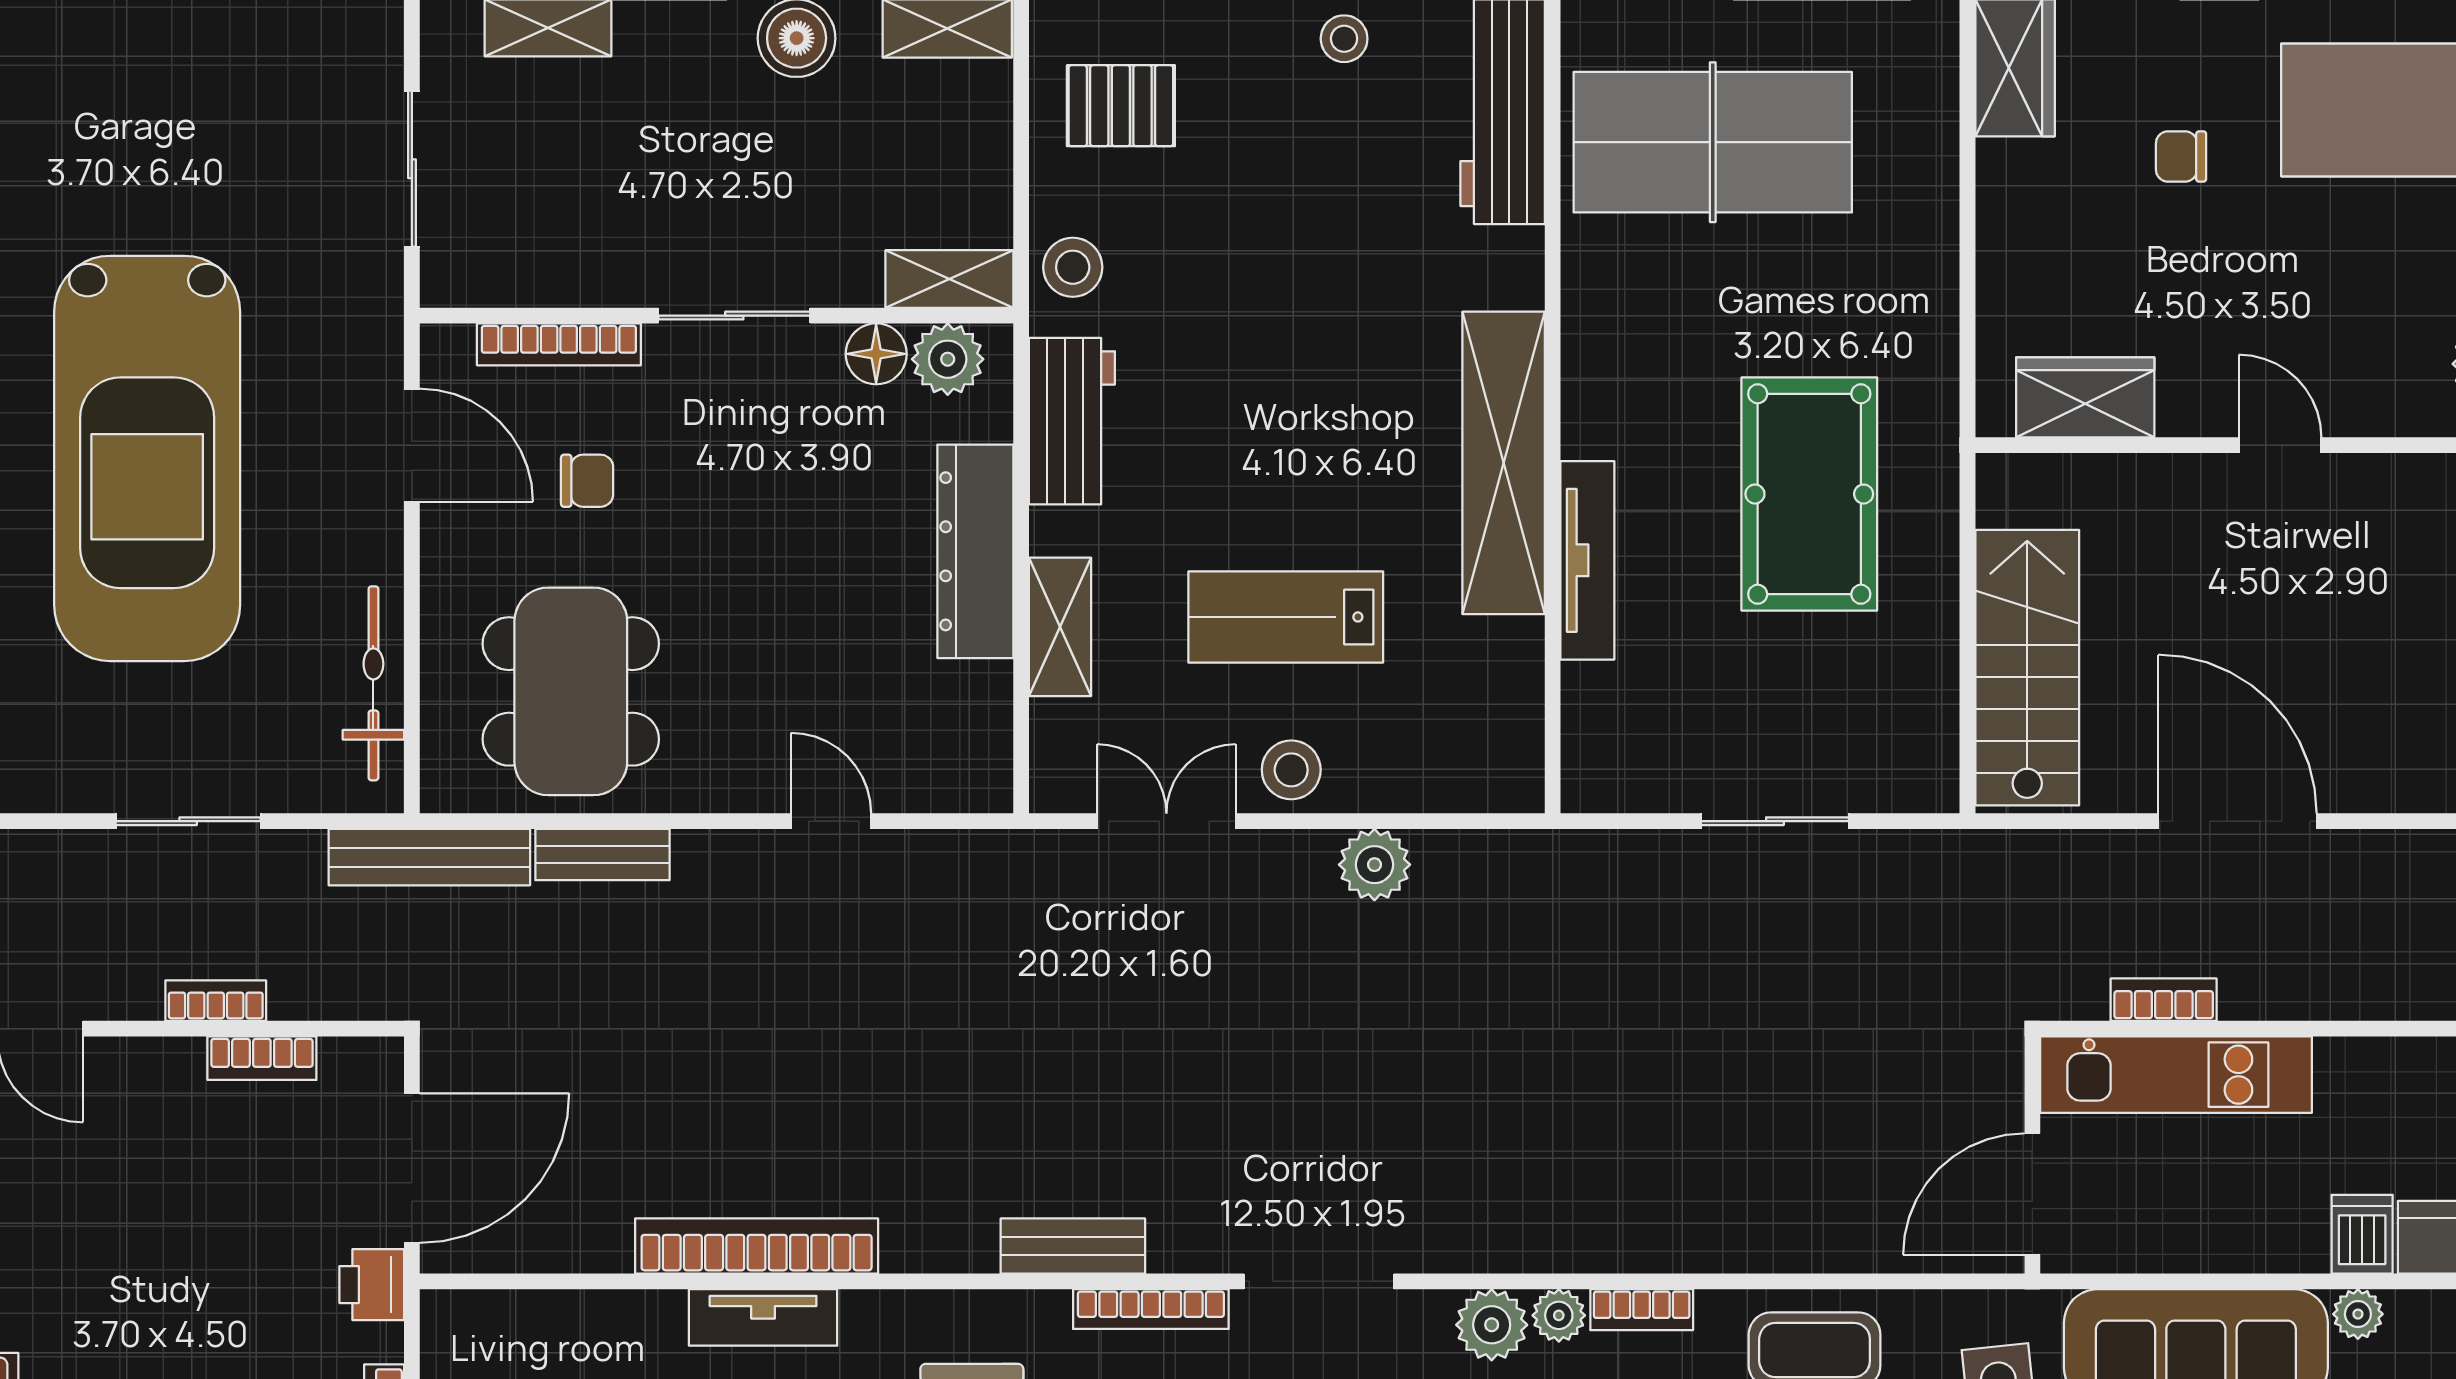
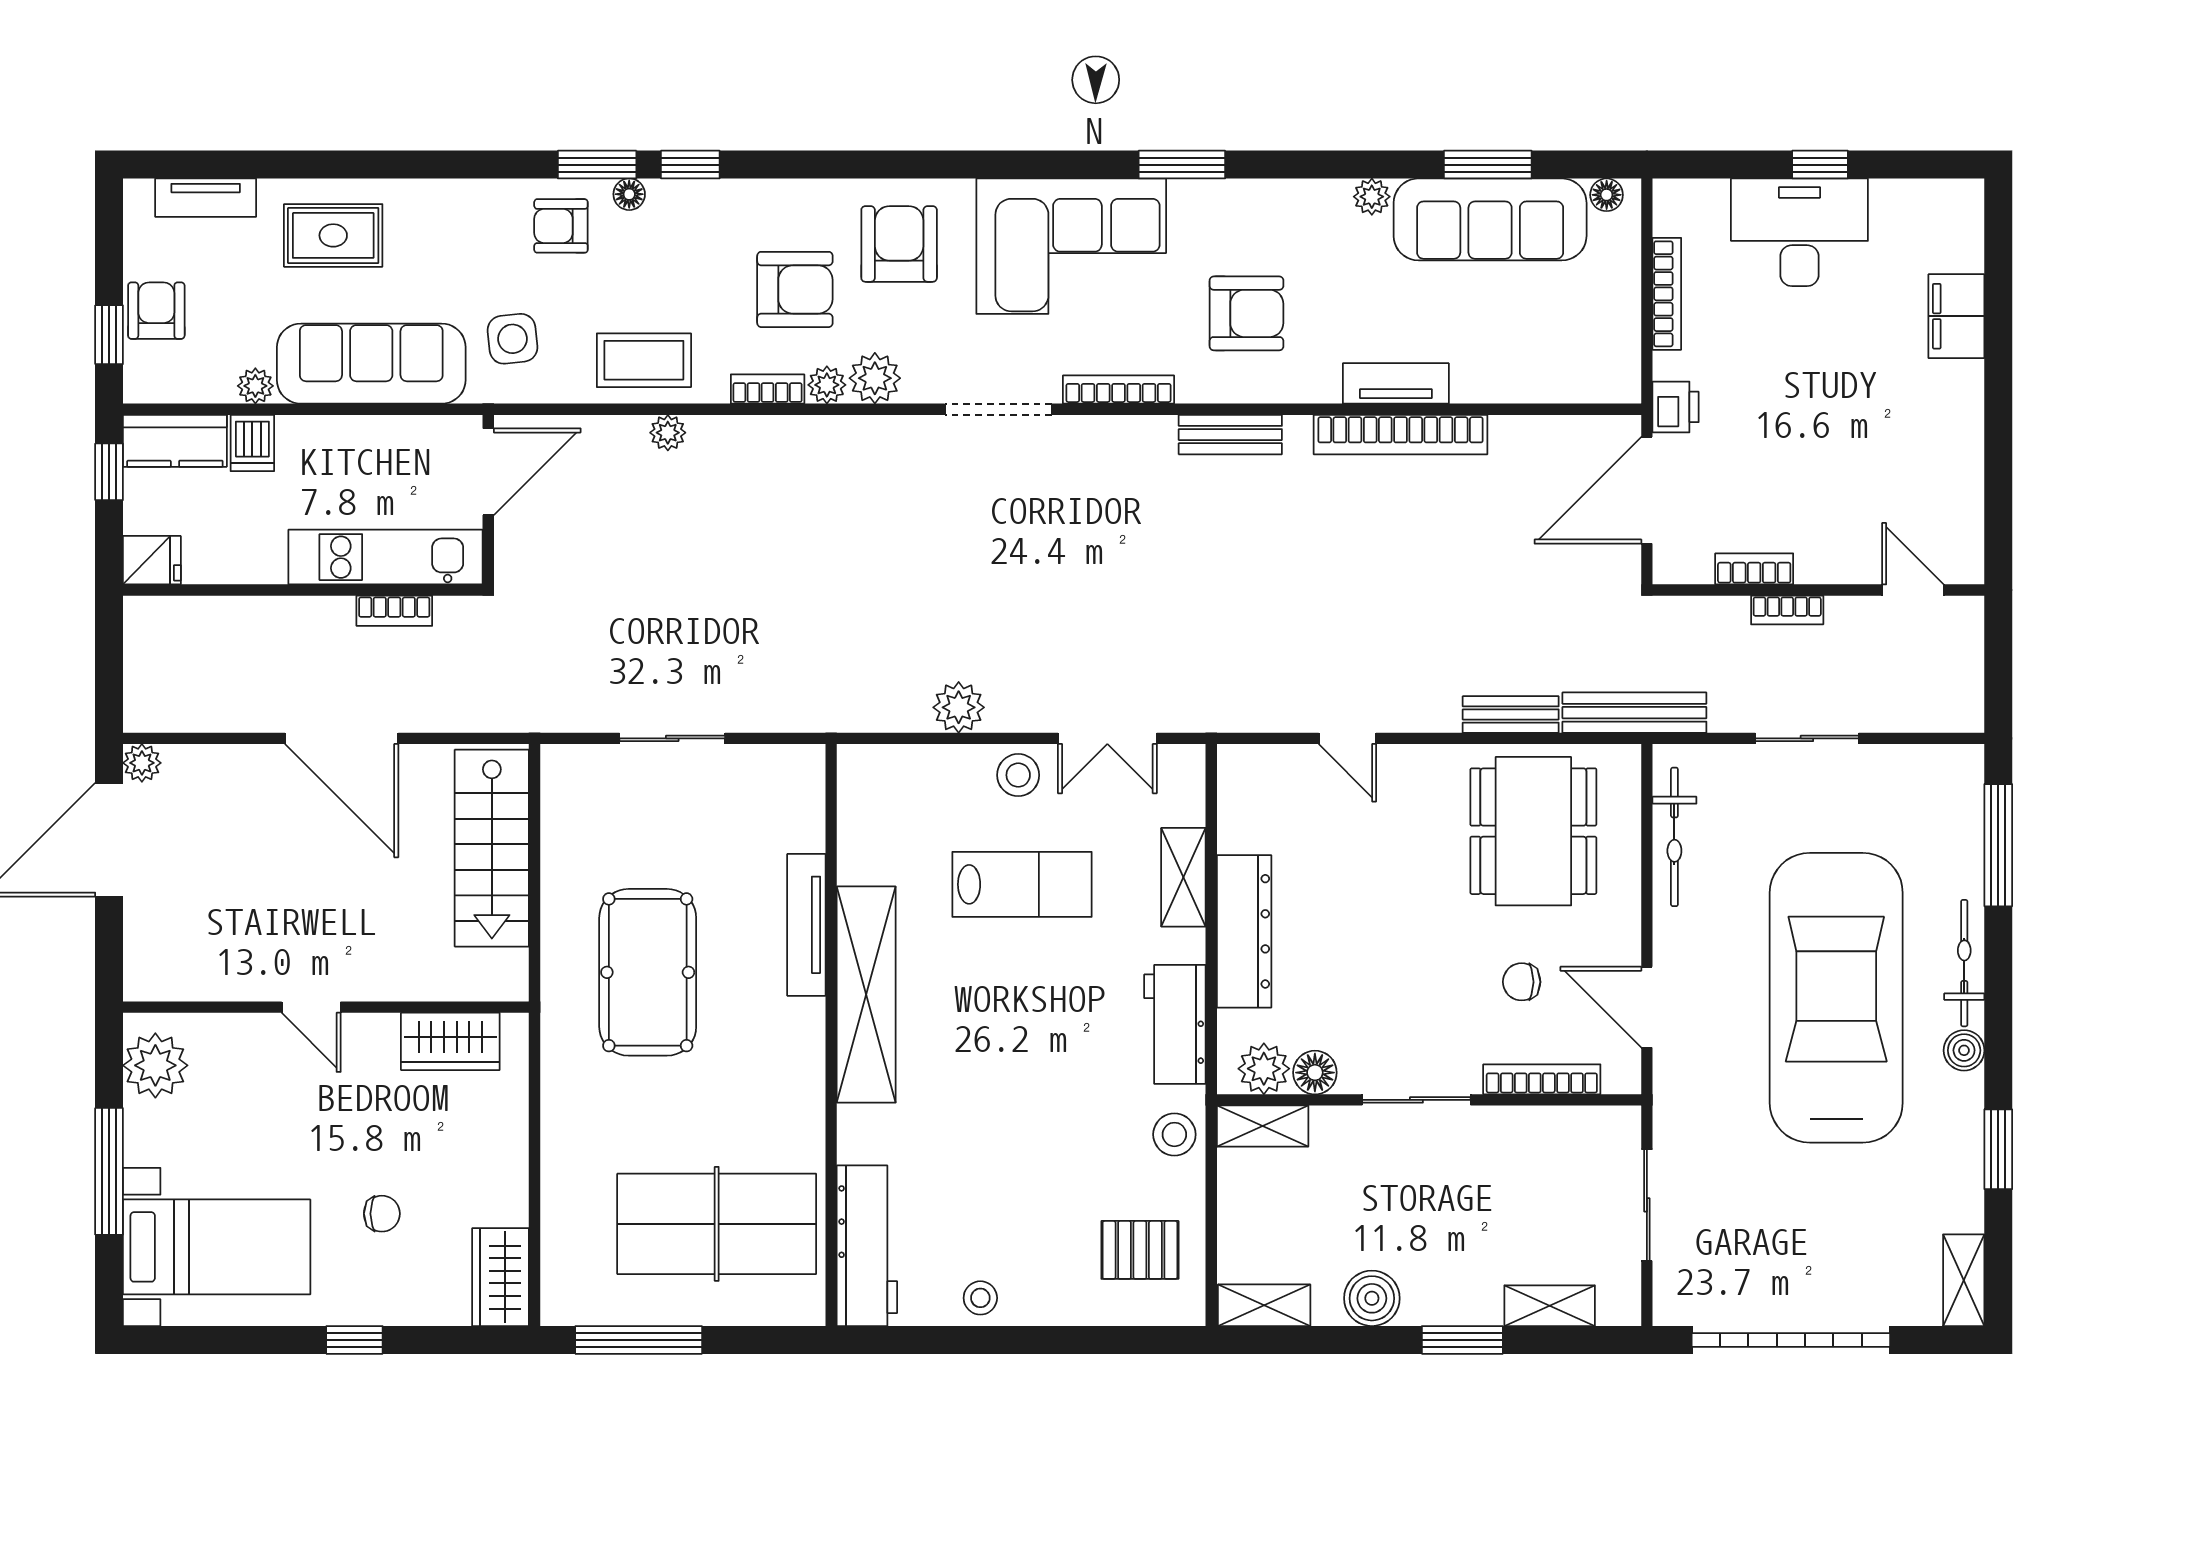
bench: (1073, 1246) -> (1230, 435), moved
plant: (1781, 1249) -> (668, 433), added

